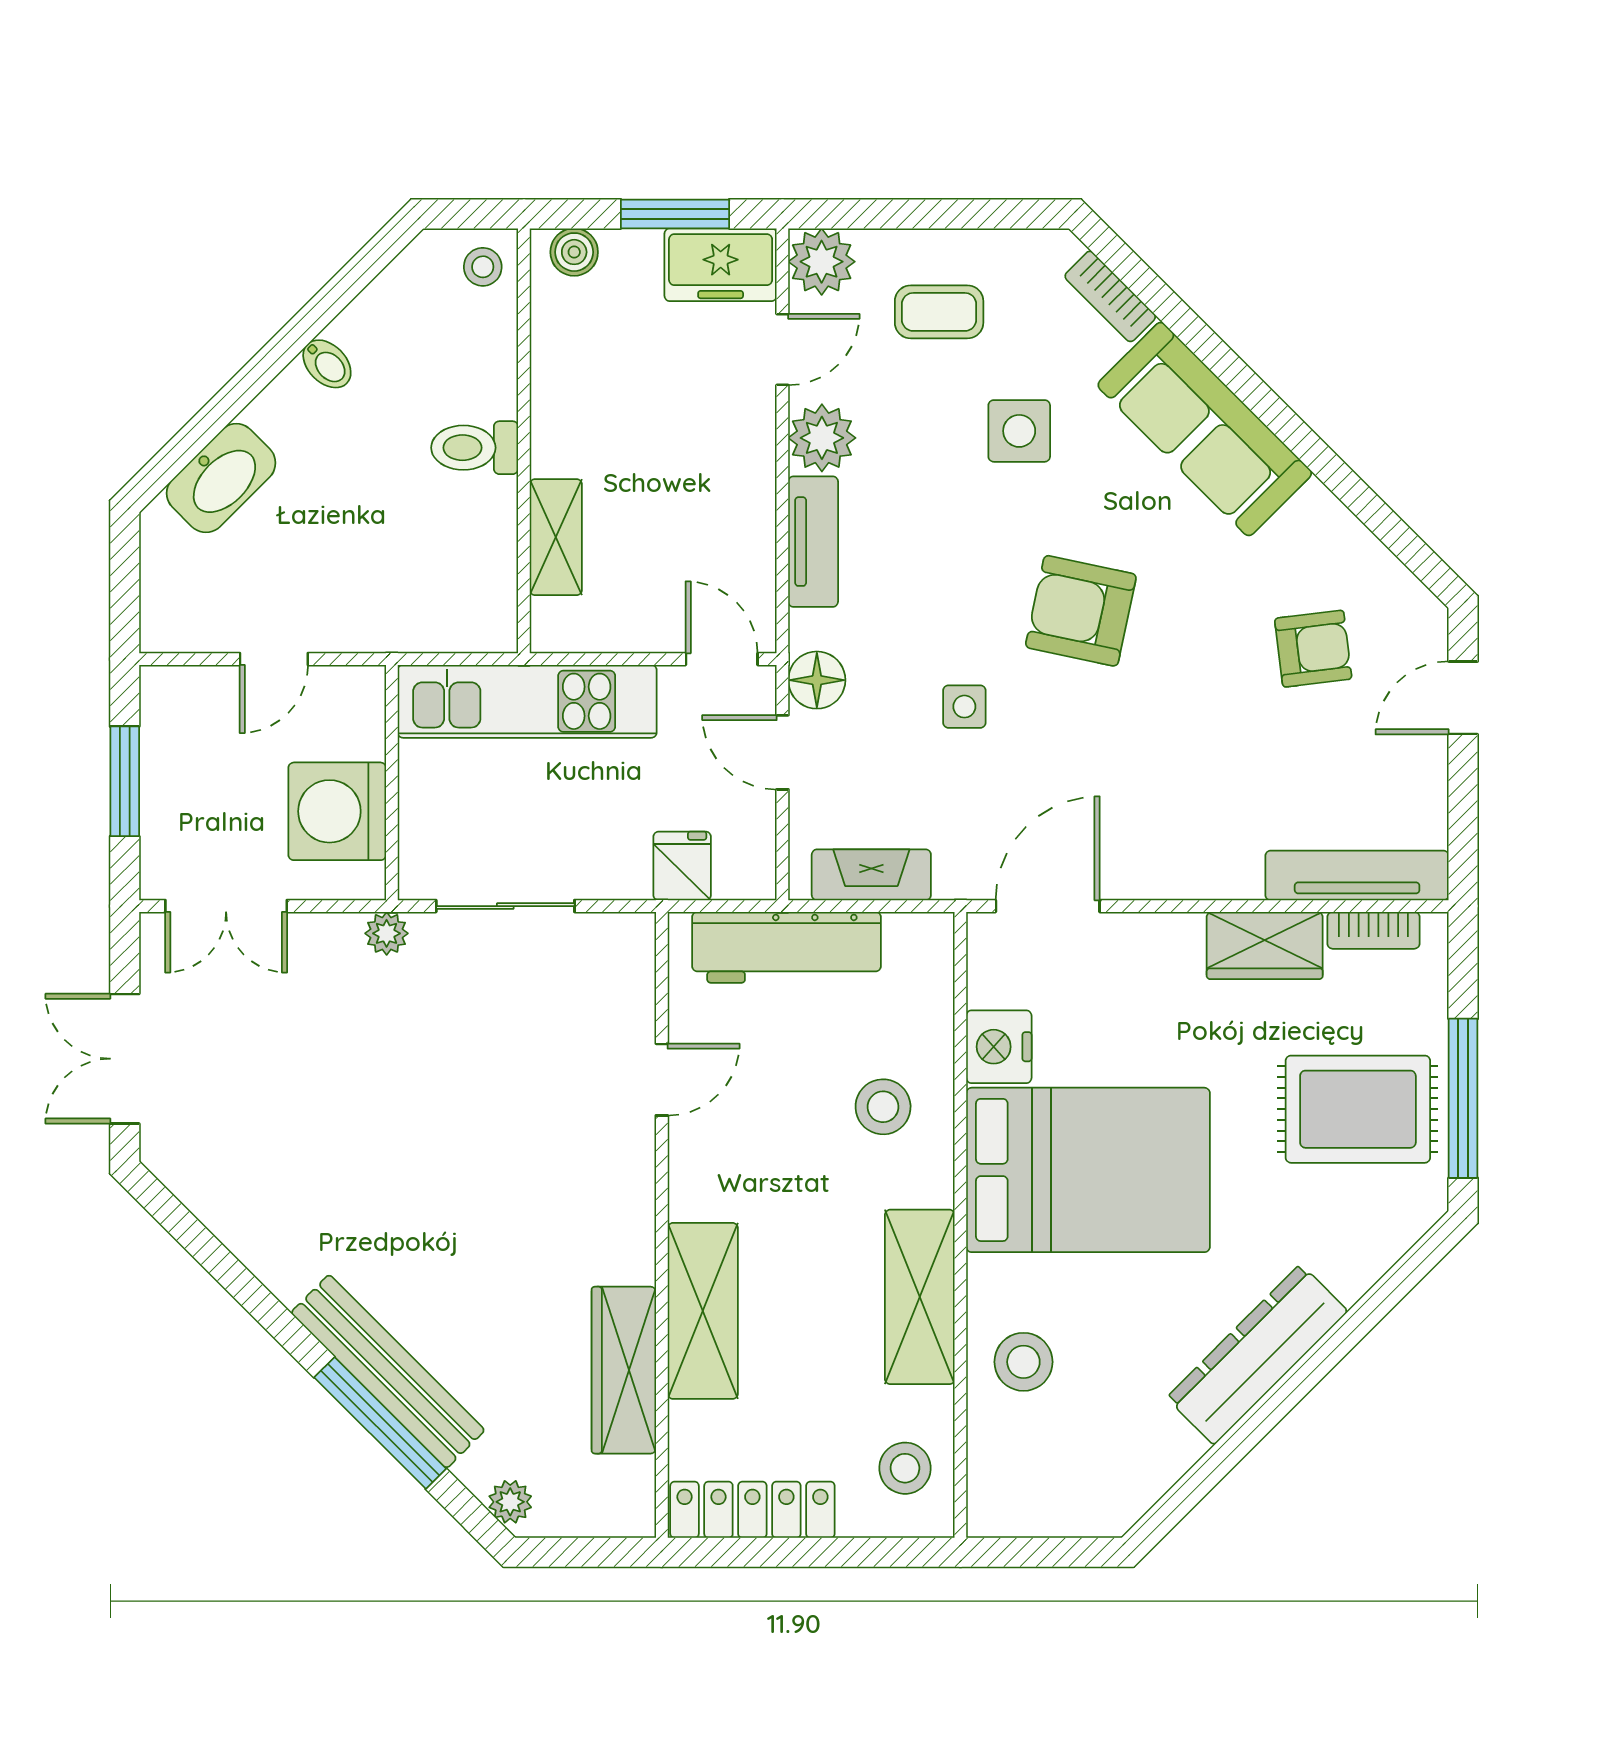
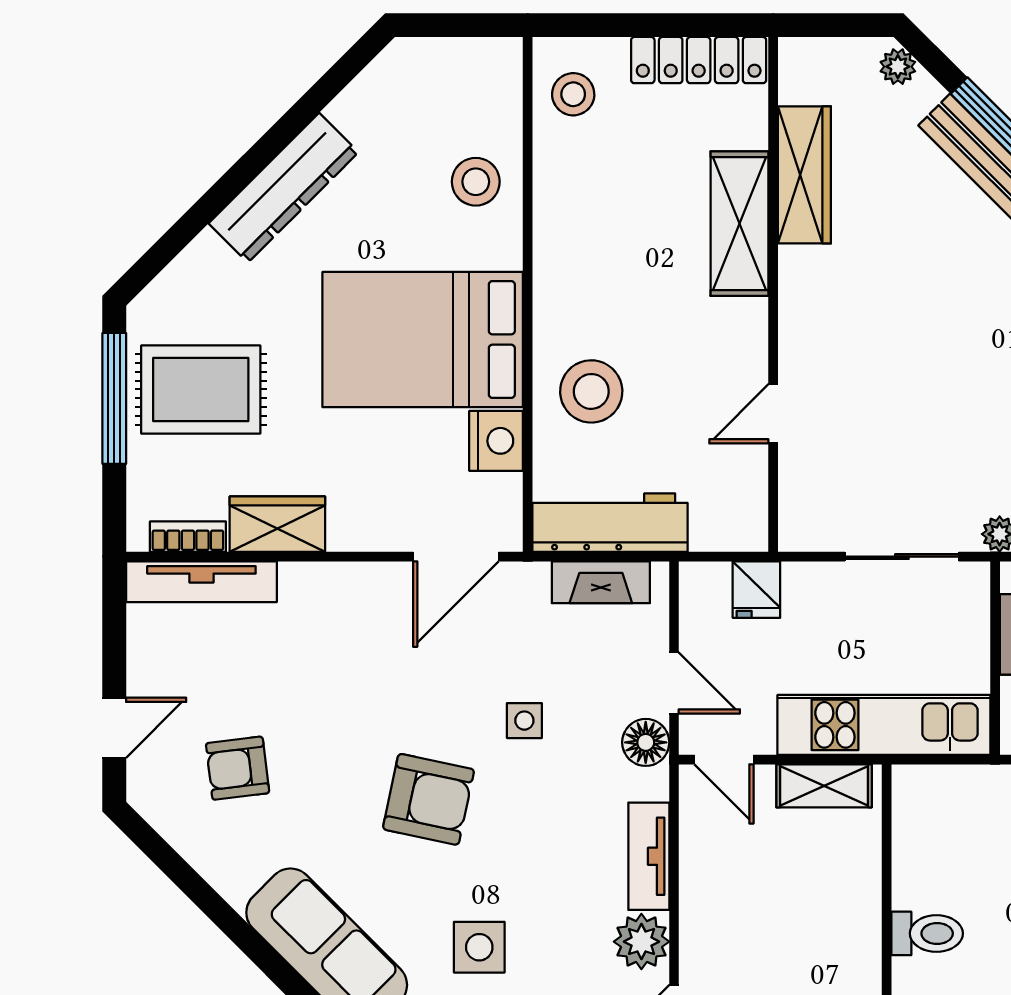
shelving: (556, 537) -> (824, 786), moved, turned 90
workbench: (786, 947) -> (610, 523), moved
stool: (883, 1107) -> (591, 391), width x1.38, depth x1.38
shelving: (920, 1297) -> (561, 235), removed

